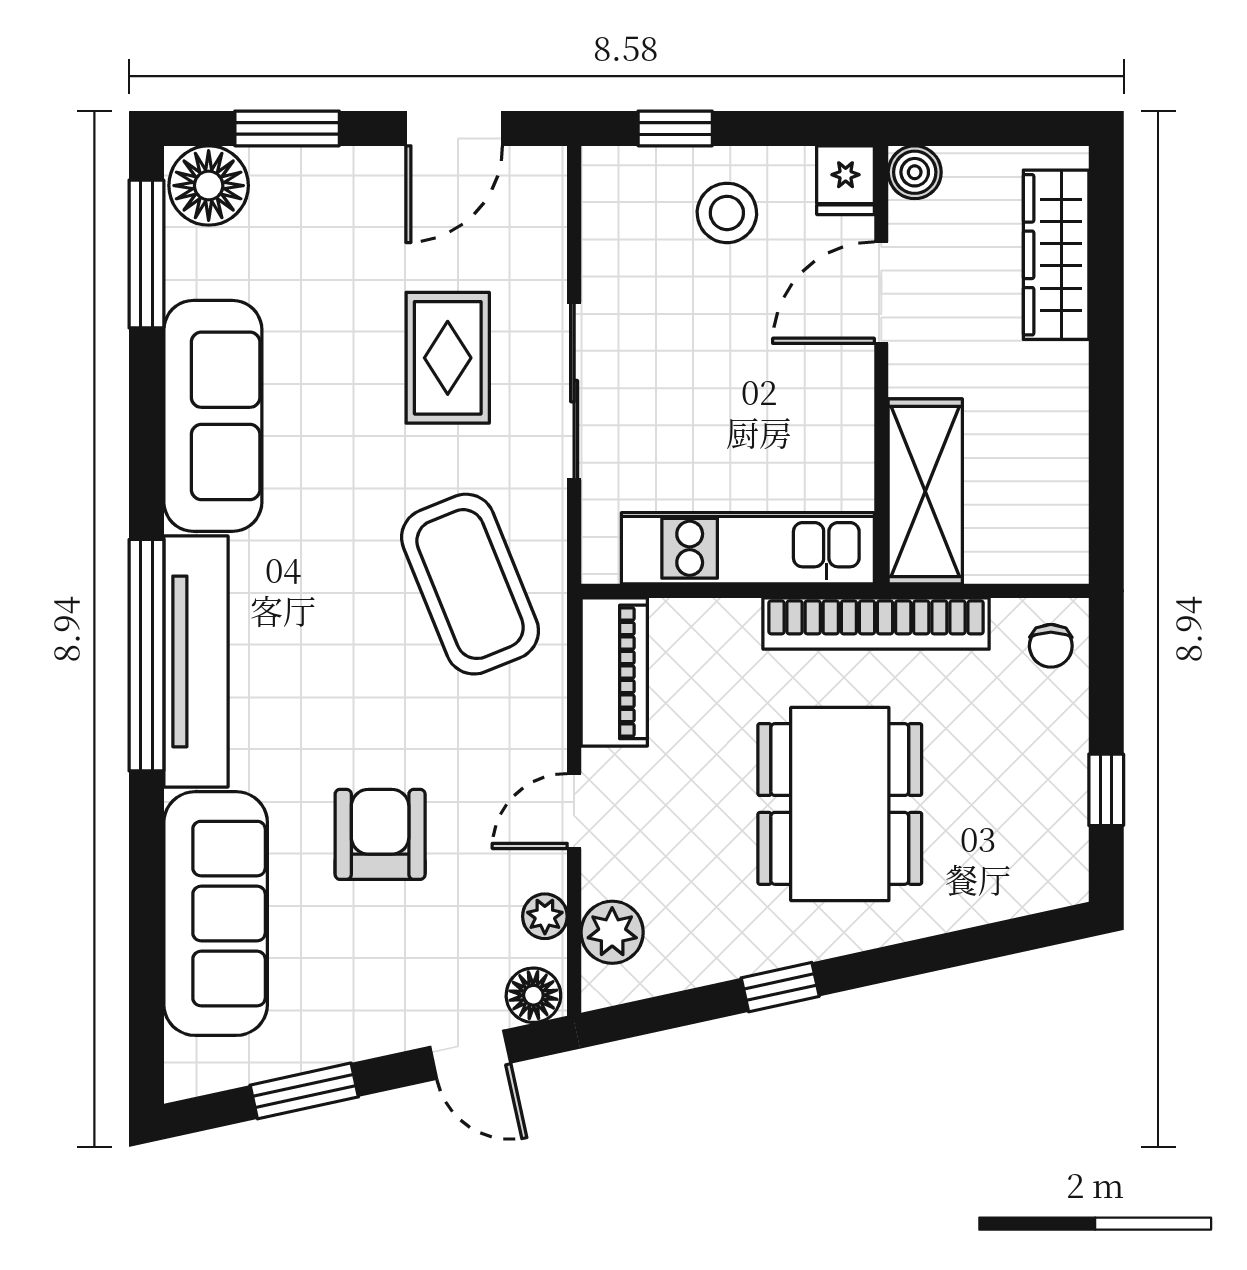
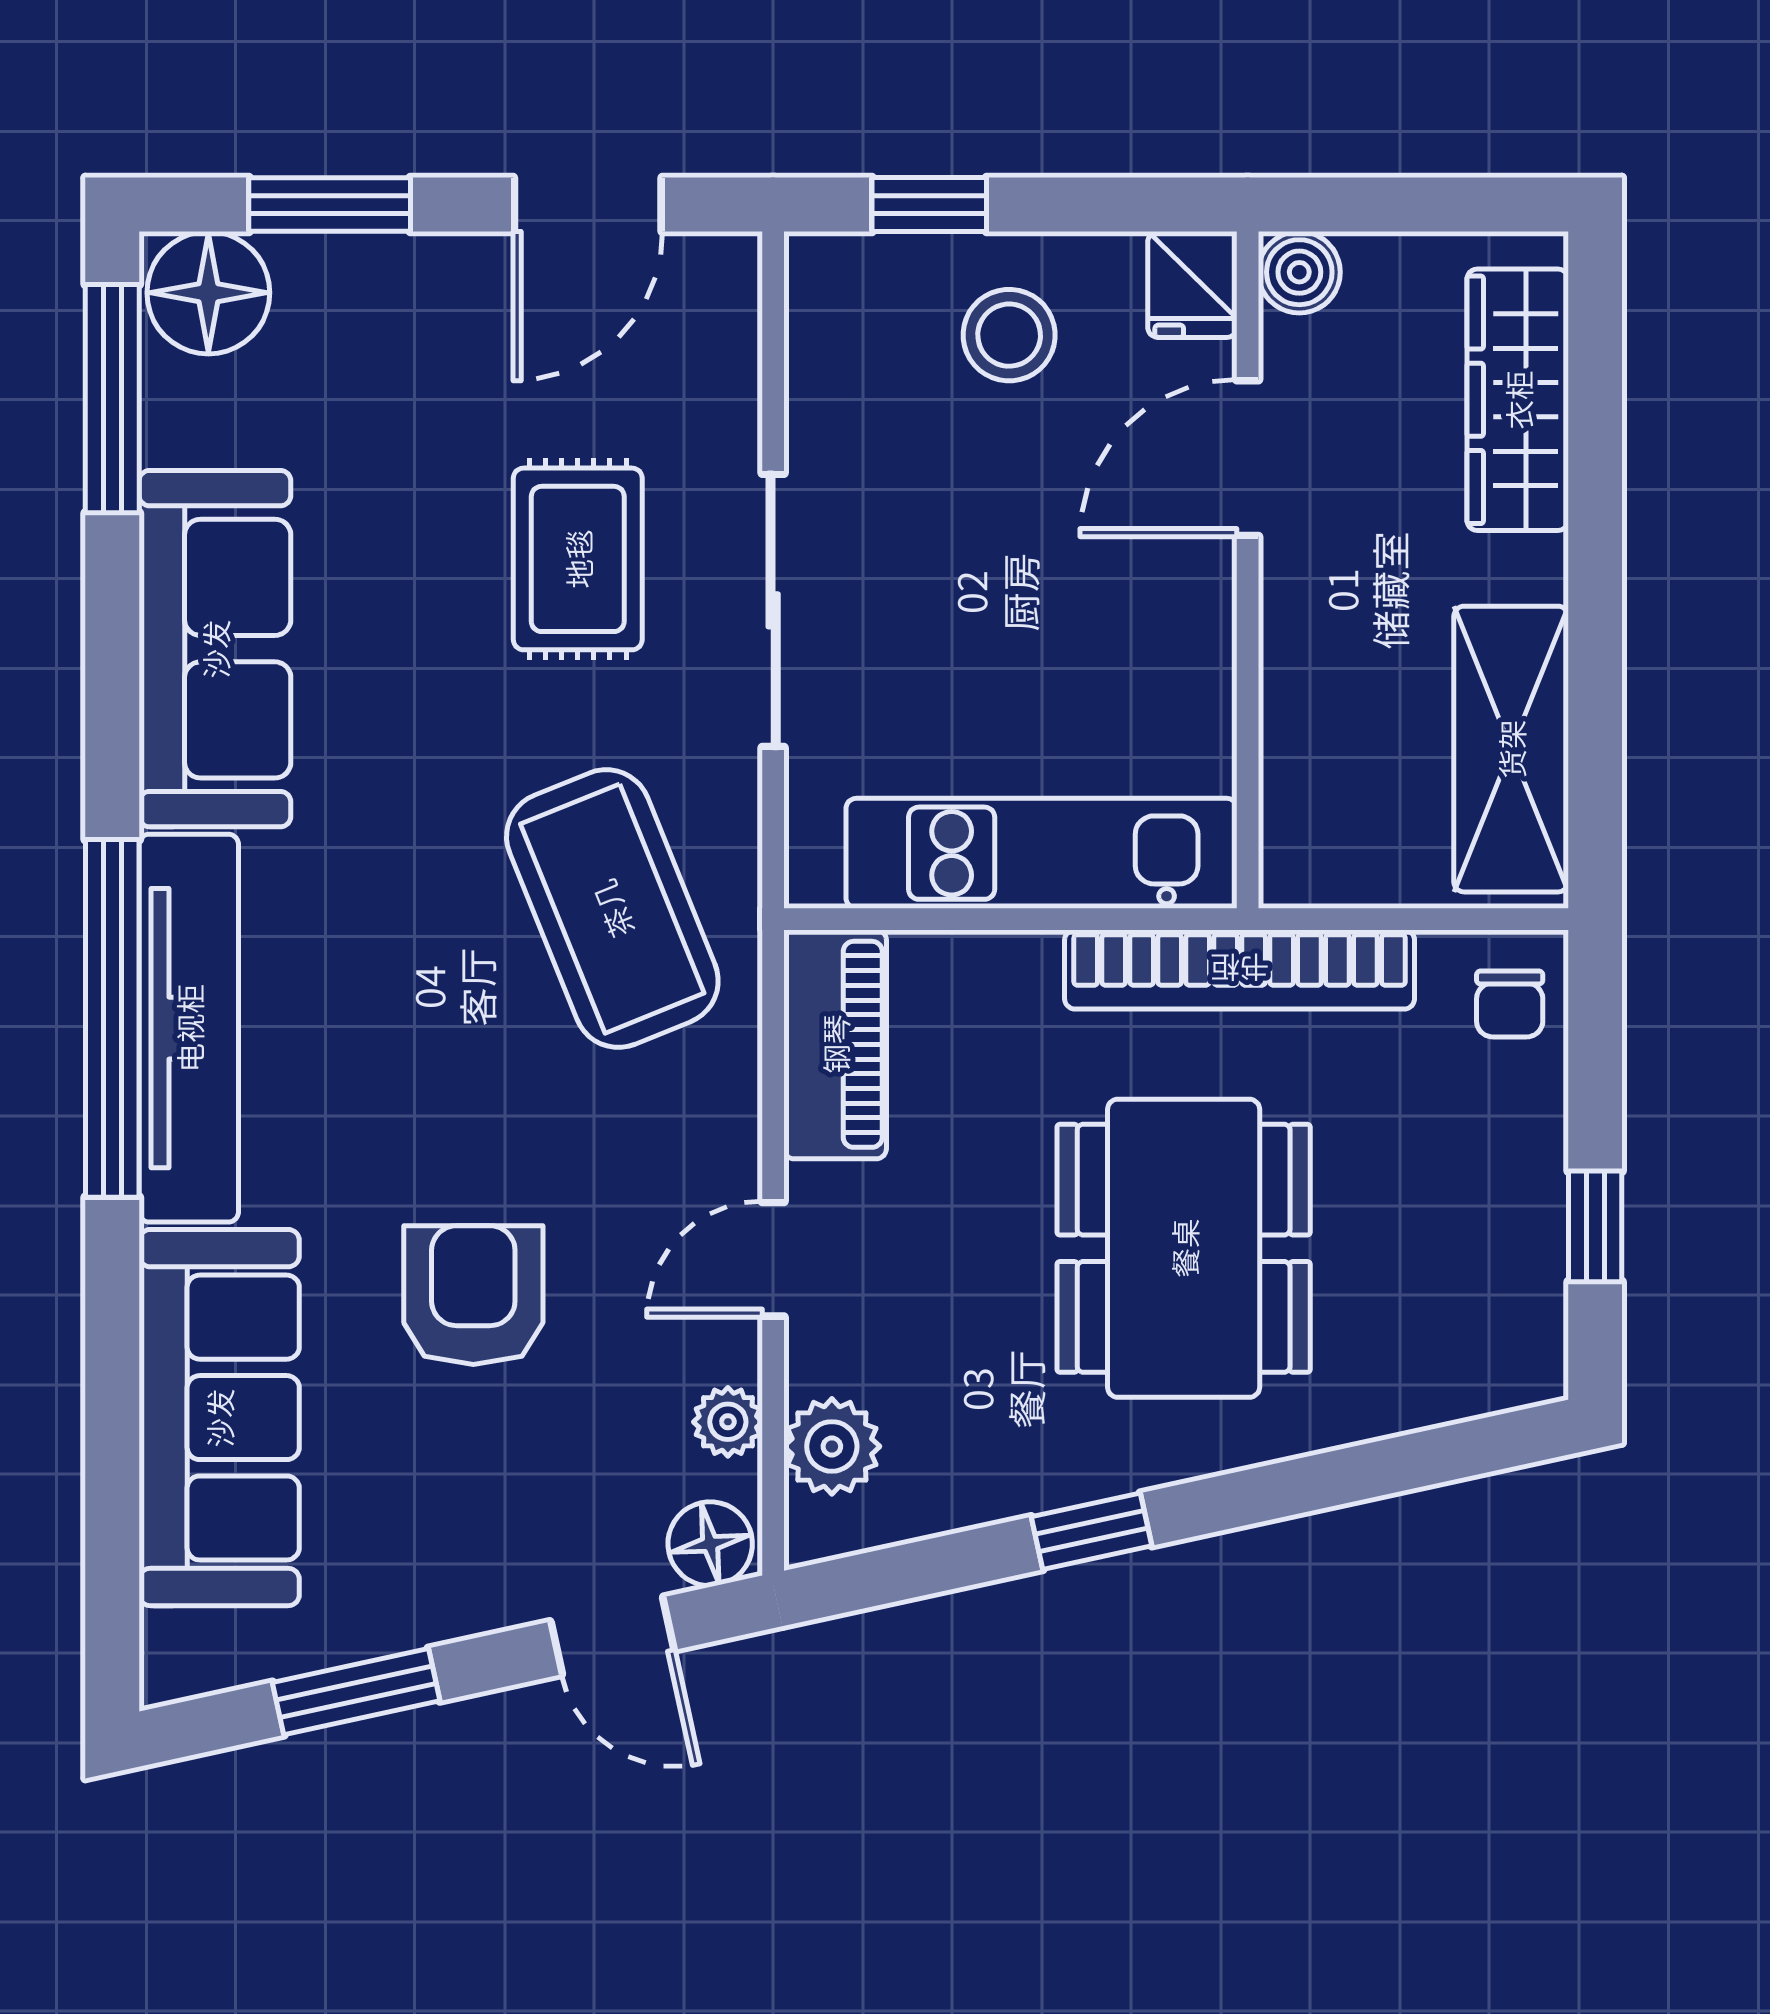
shelving: (925, 491) -> (1511, 749), moved

